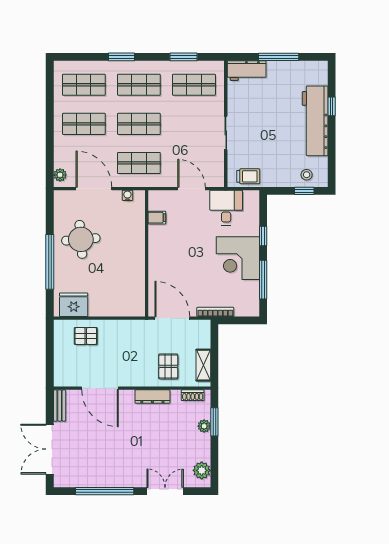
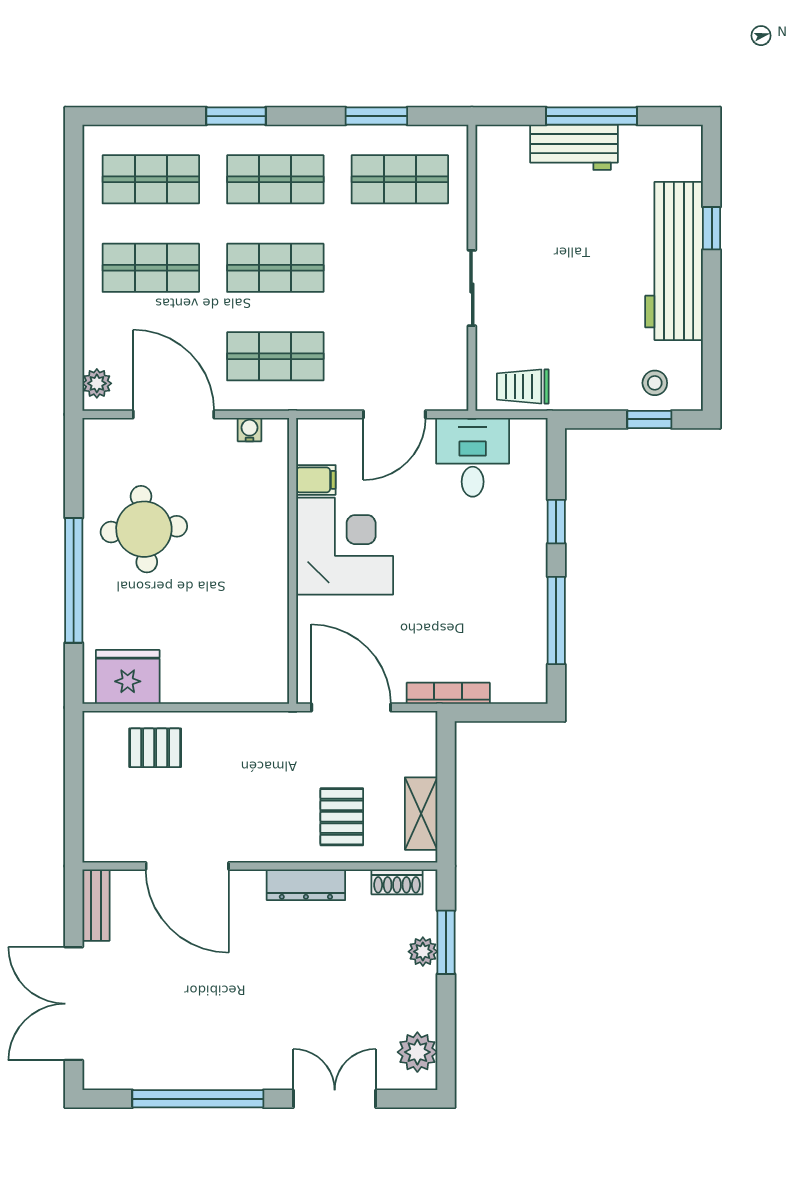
workbench: (247, 71) -> (574, 147), moved
trolley: (248, 176) -> (523, 386), turned 180
door: (192, 189) -> (394, 414), swing flipped
corner desk: (238, 258) -> (345, 546), moved, turned 180

